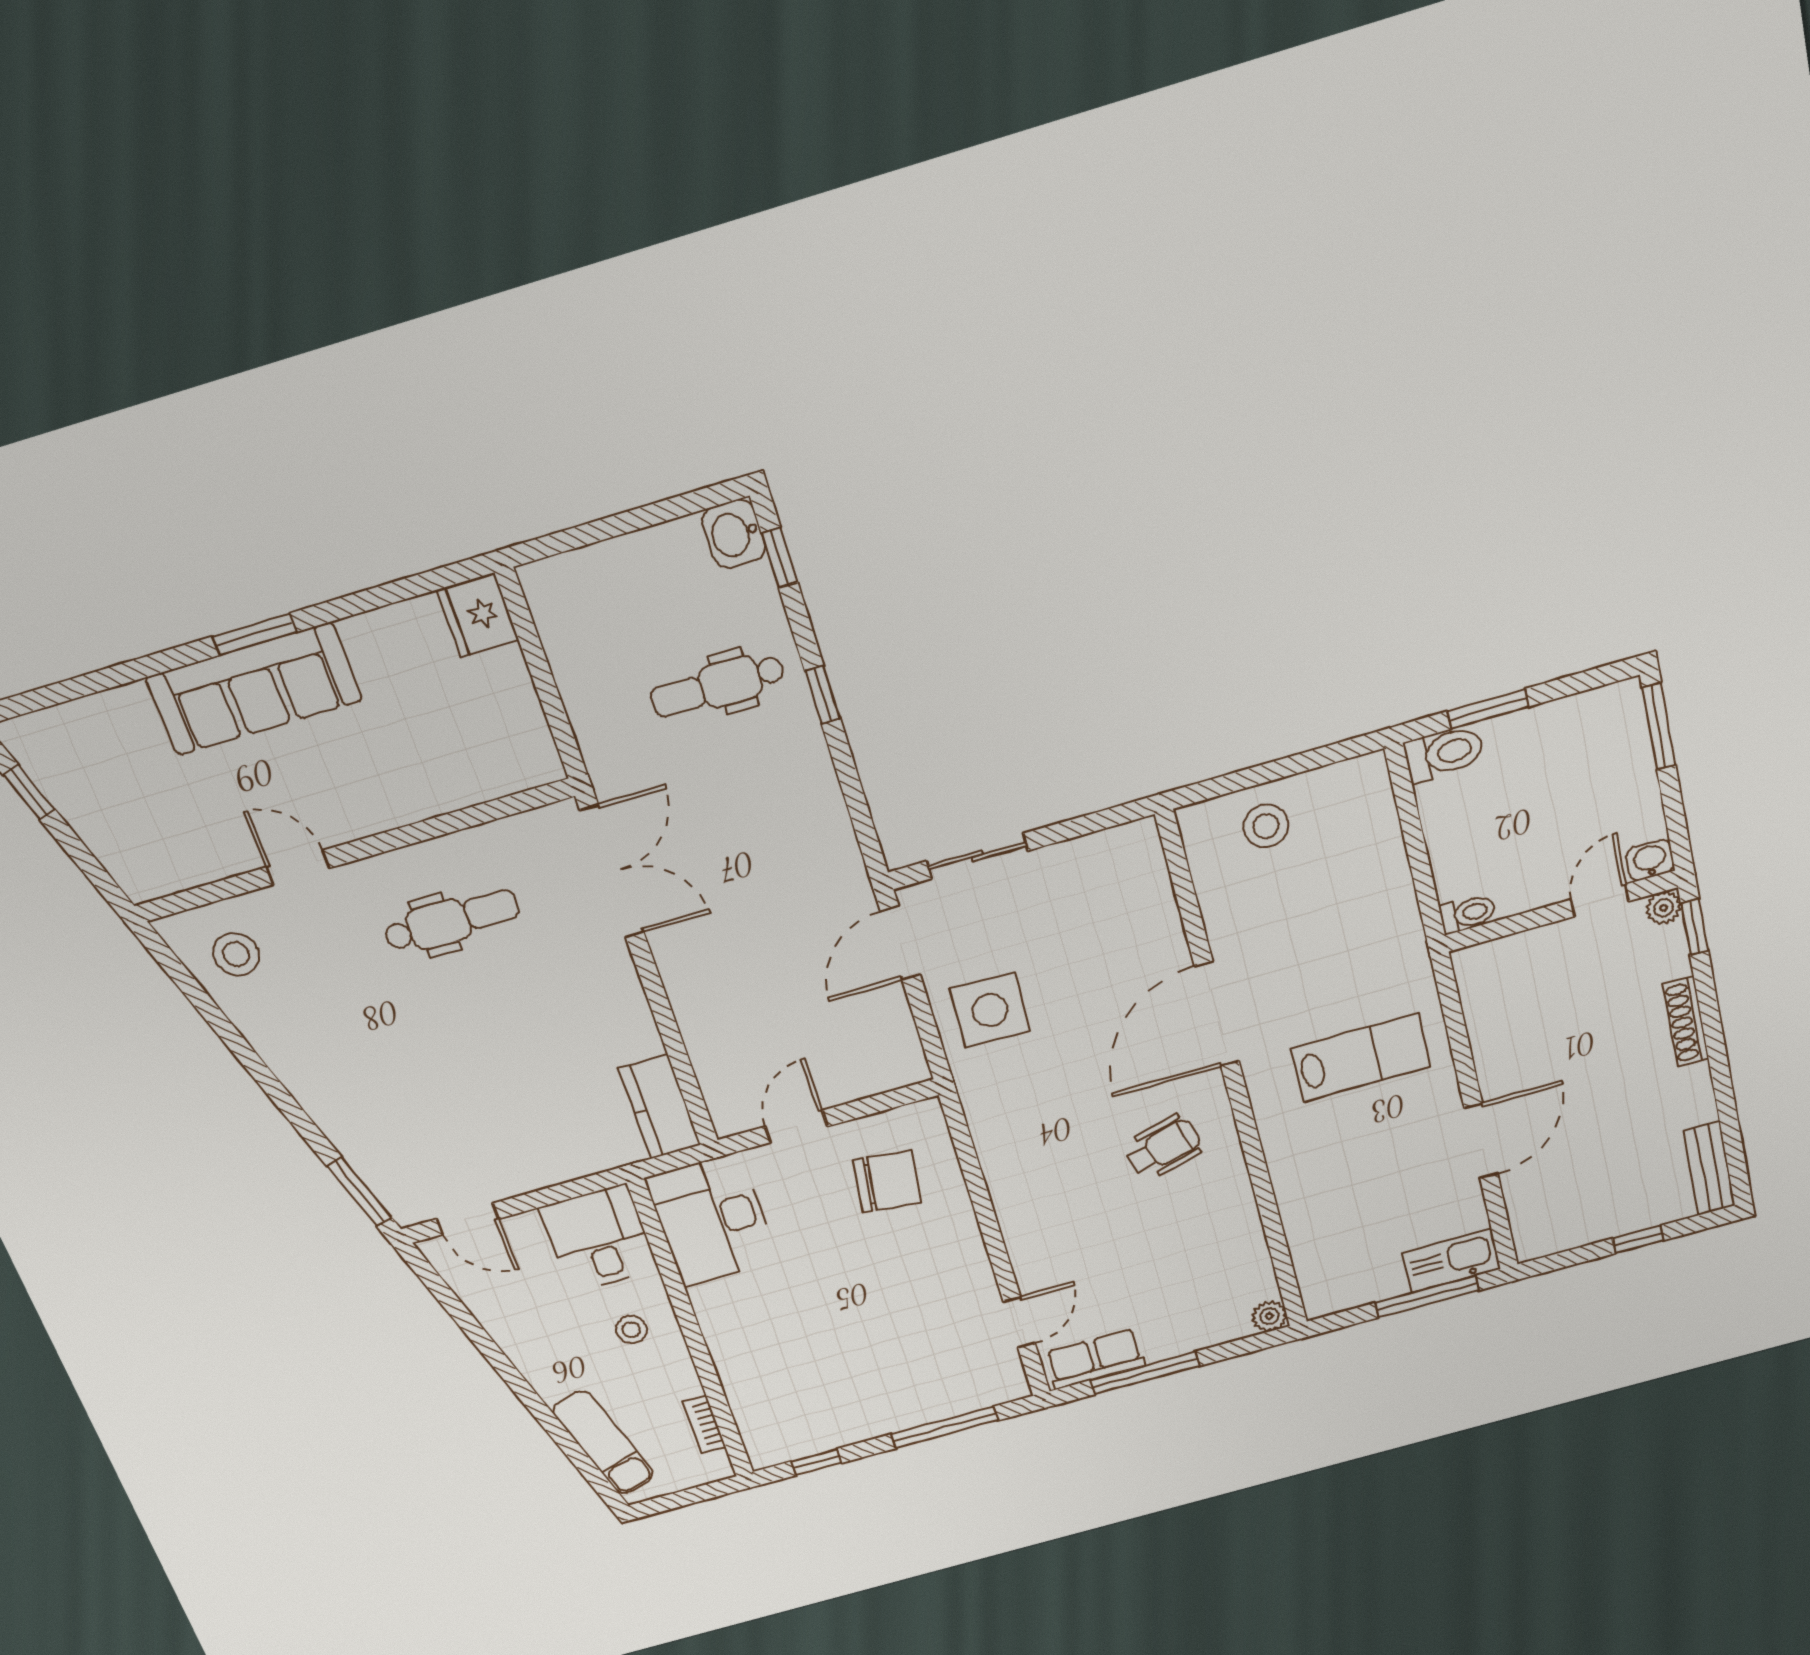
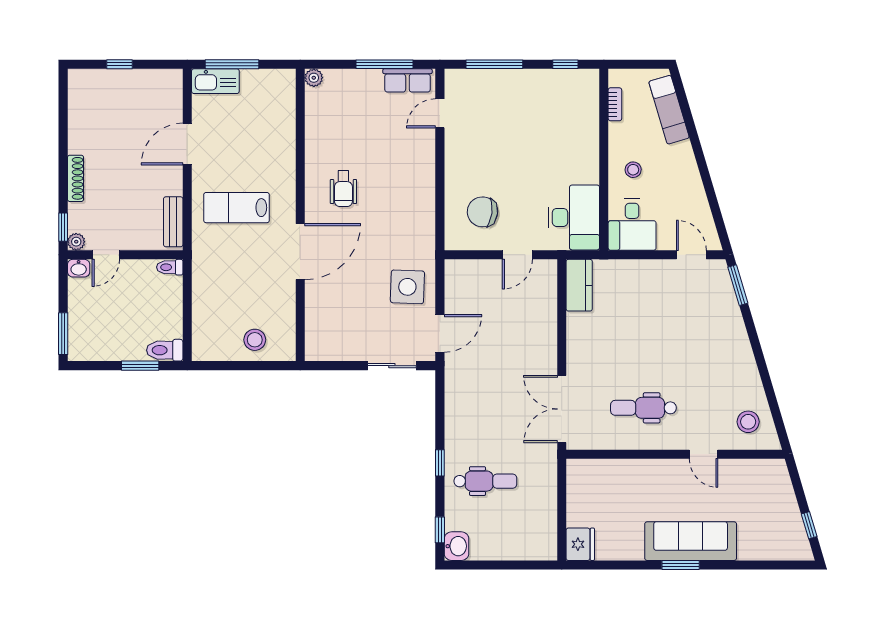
wheelchair: (1163, 1148) -> (343, 189), turned -75
bench: (1709, 1168) -> (173, 222), moved

